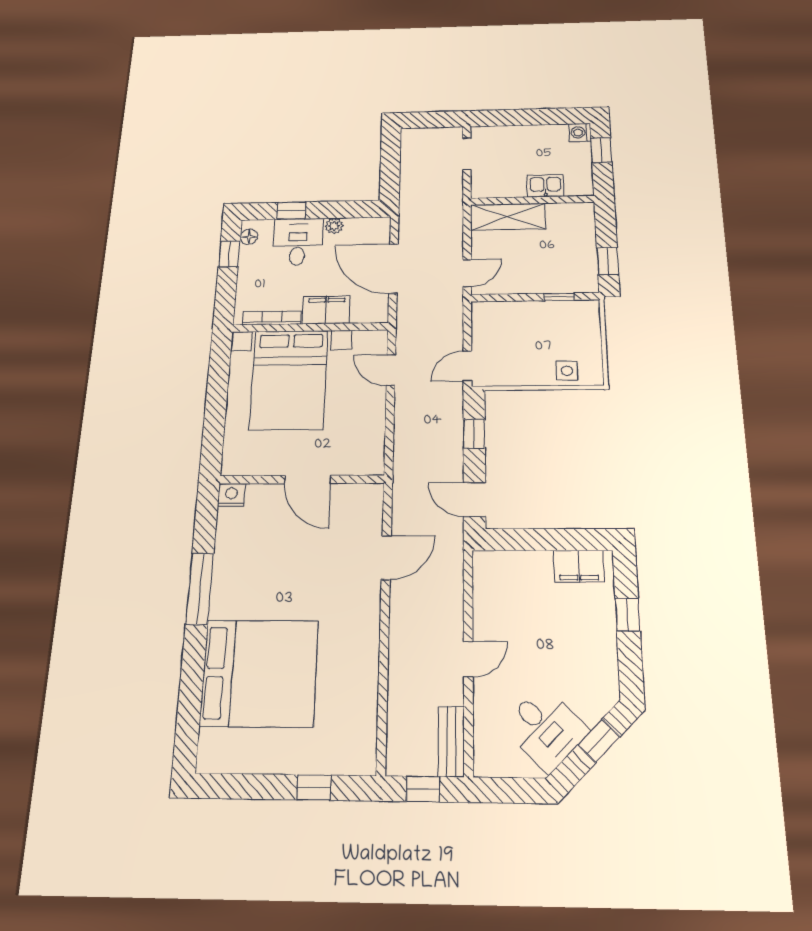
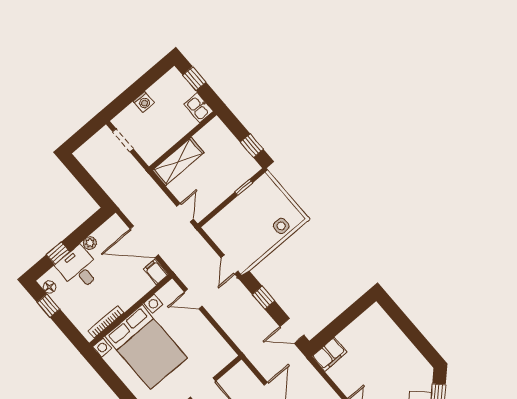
washing machine: (580, 132) -> (144, 102), moved, turned -90
kitchen sink: (545, 186) -> (199, 108), moved, turned -90
filing cabinet: (326, 310) -> (156, 272), moved, width x0.50
filing cabinet: (579, 566) -> (329, 354), moved
window: (628, 615) -> (407, 326), removed

